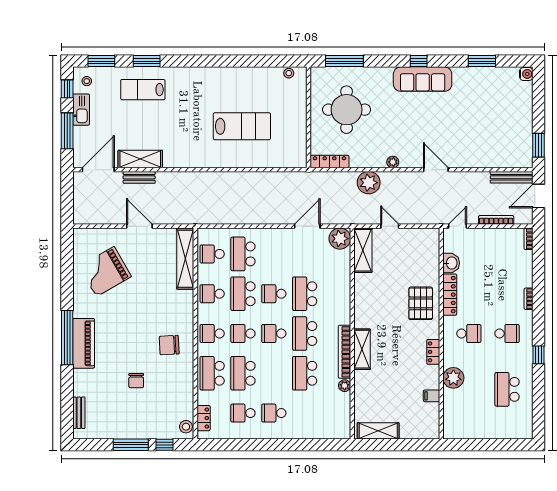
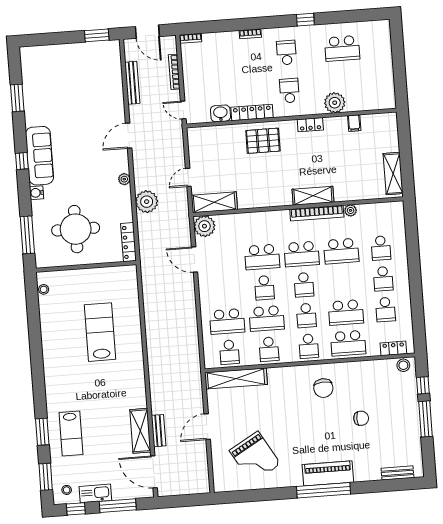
water cooler: (526, 74) -> (37, 193), moved, turned -90
bench: (512, 177) -> (132, 83), moved
school desk: (305, 413) -> (381, 248), added

